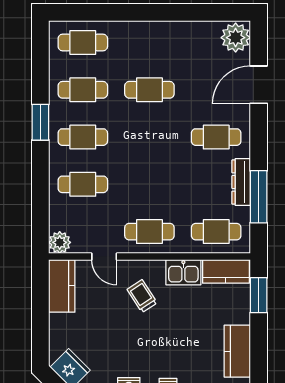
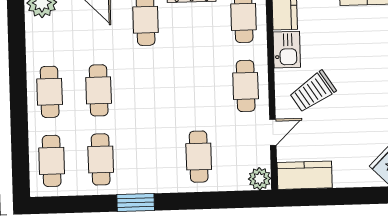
cafe table: (83, 137) -> (50, 92), moved
trolley: (142, 296) -> (313, 92), width x1.36, depth x1.39

